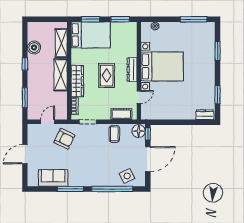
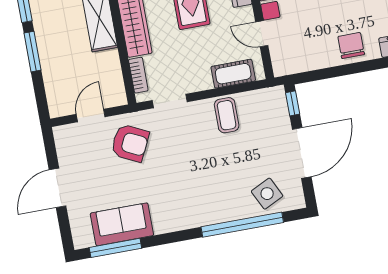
door: (139, 97) -> (262, 34), swing flipped
window: (25, 98) -> (32, 52), moved
chair: (182, 111) -> (351, 46), added
floor lamp: (139, 131) -> (273, 101), removed
window: (70, 189) -> (115, 248), moved

